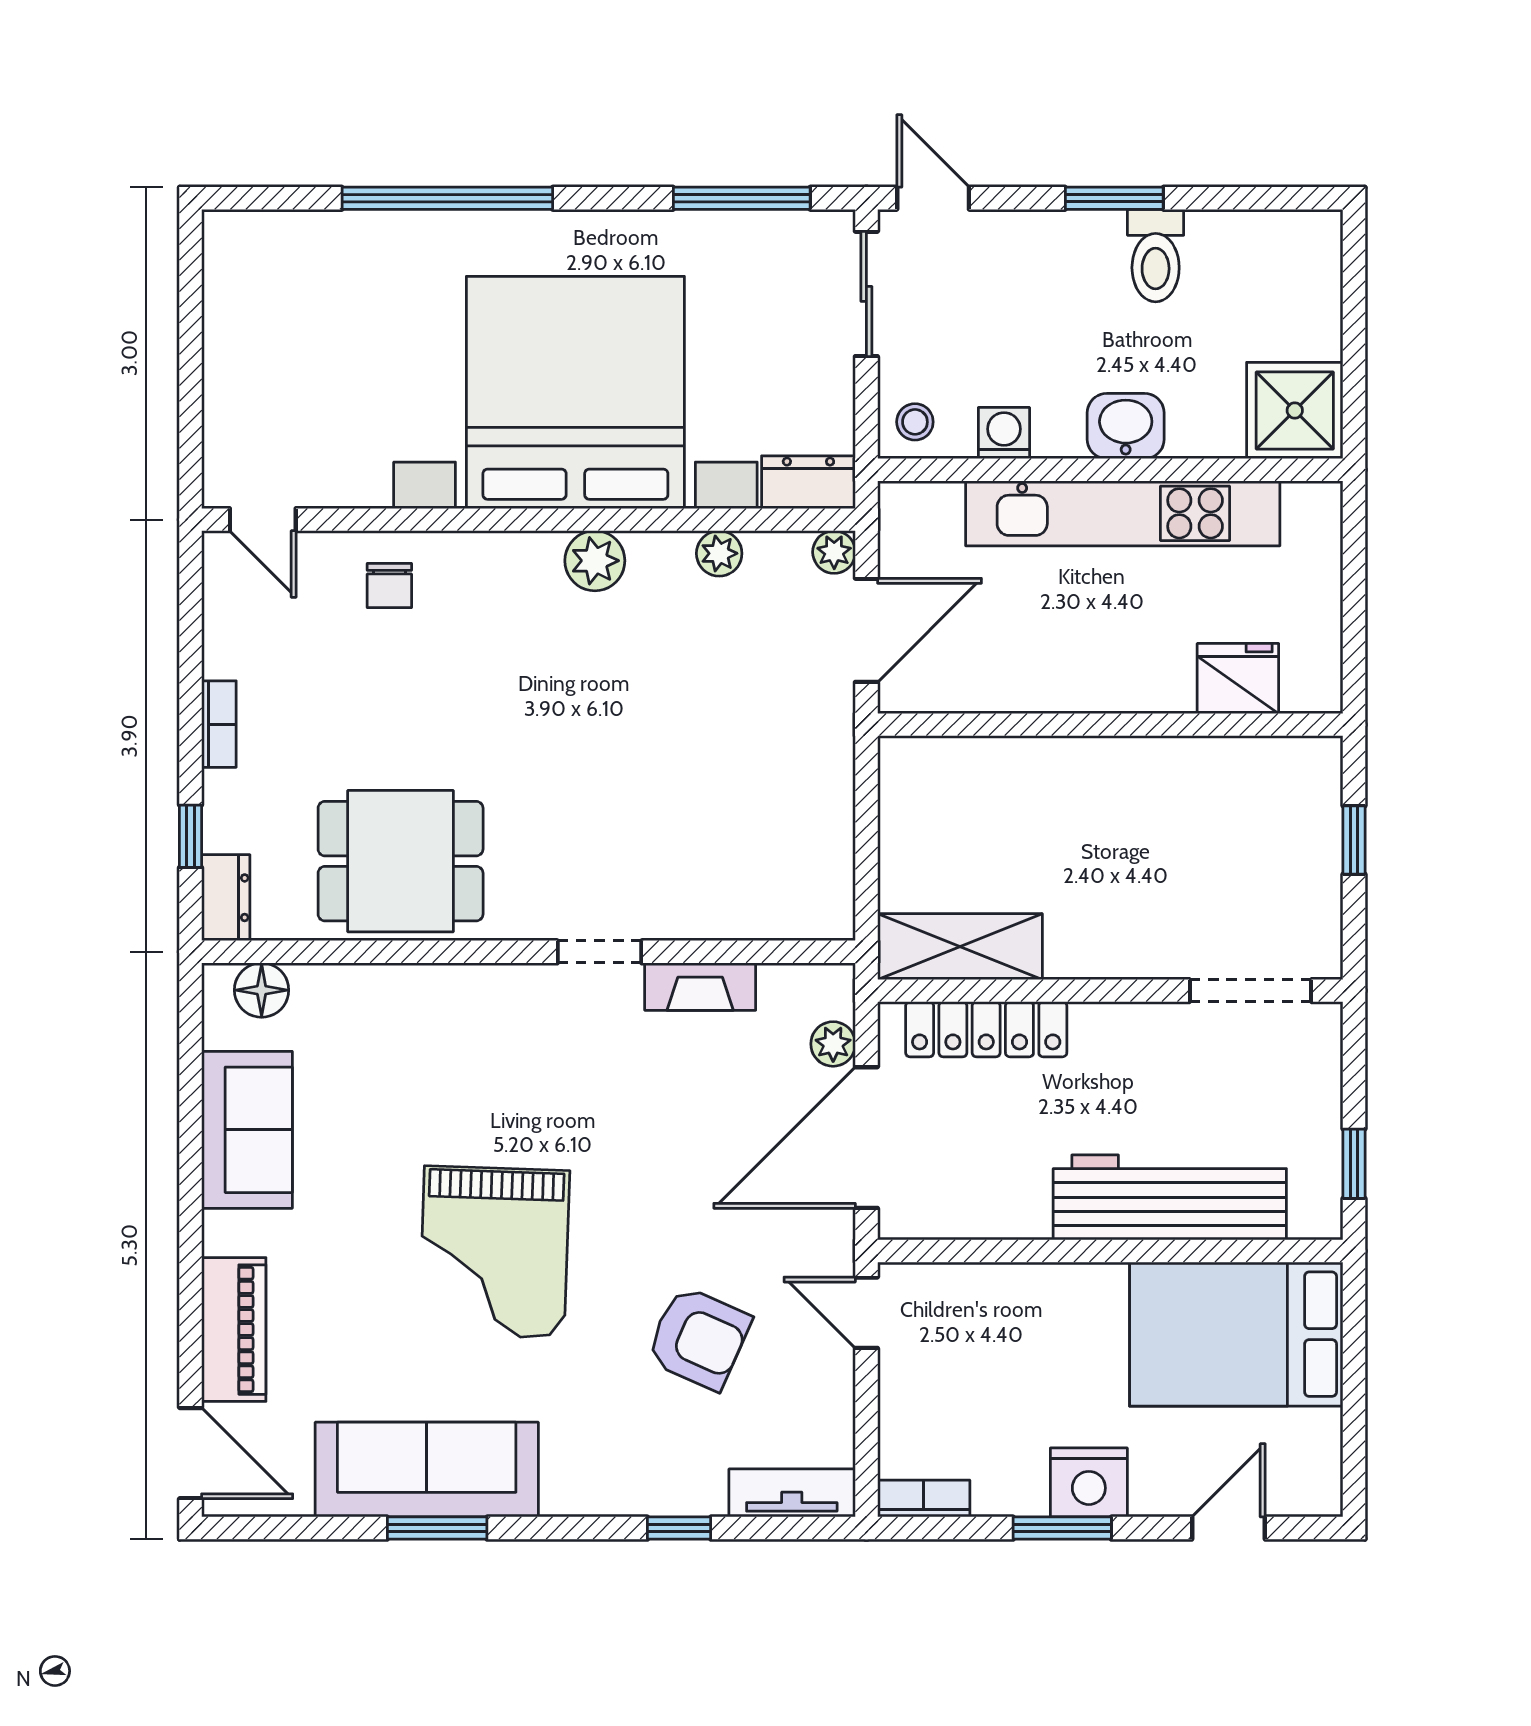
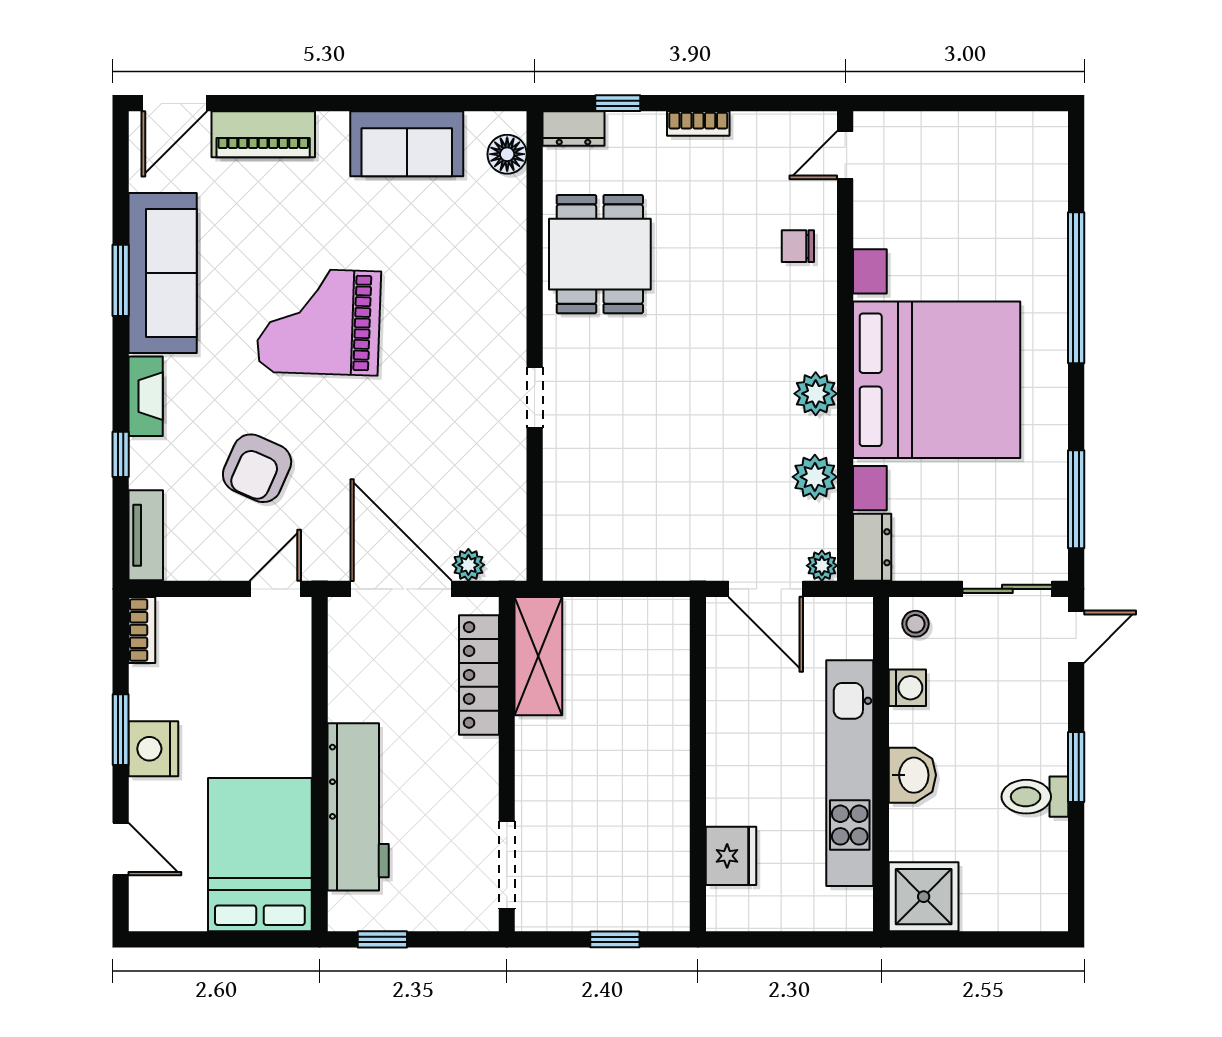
plant: (719, 553) -> (815, 477), width x1.38, depth x1.38
fireplace: (700, 987) -> (146, 396), moved, turned 180

